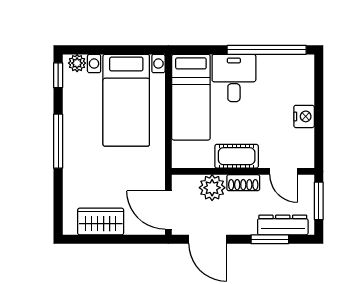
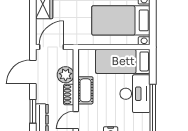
desk: (234, 78) -> (135, 94), width x1.37

